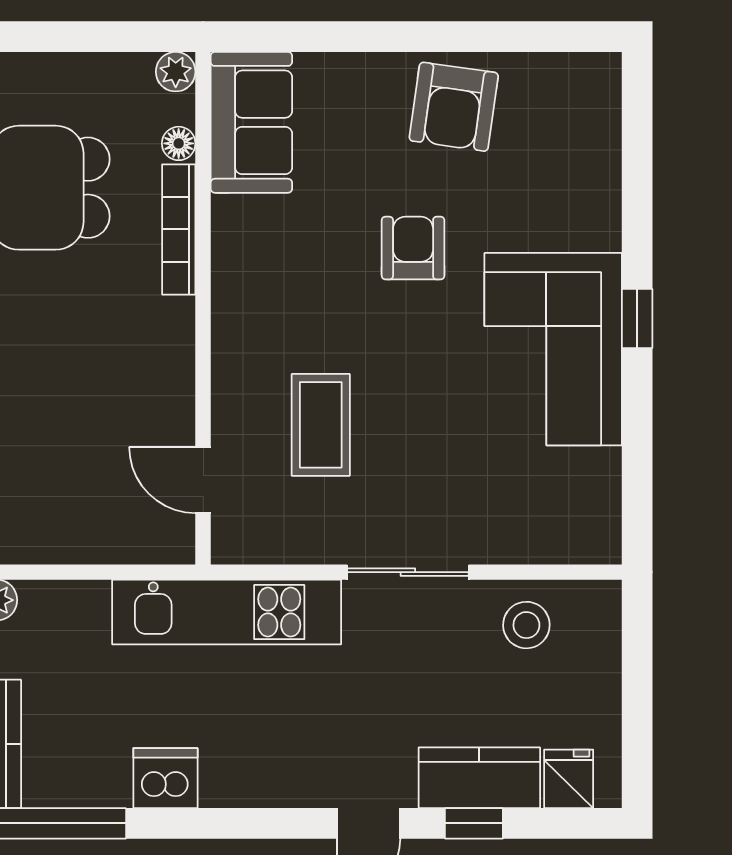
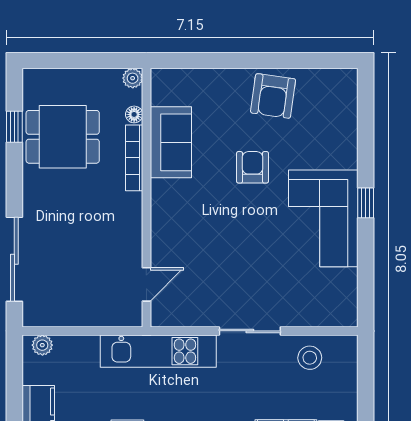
sofa: (251, 122) -> (171, 142), moved
coffee table: (321, 425) -> (206, 257), removed
door: (203, 480) -> (146, 284), swing flipped

